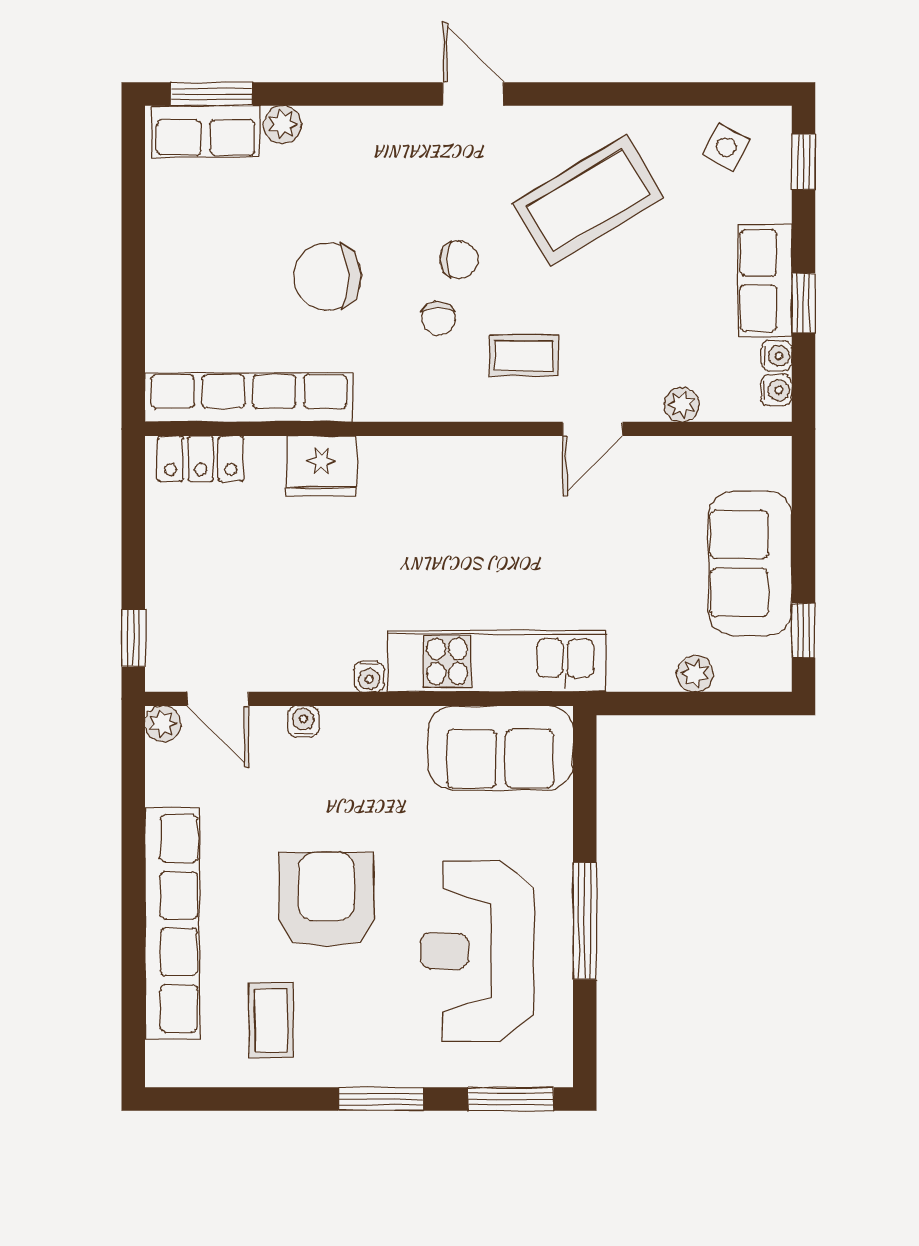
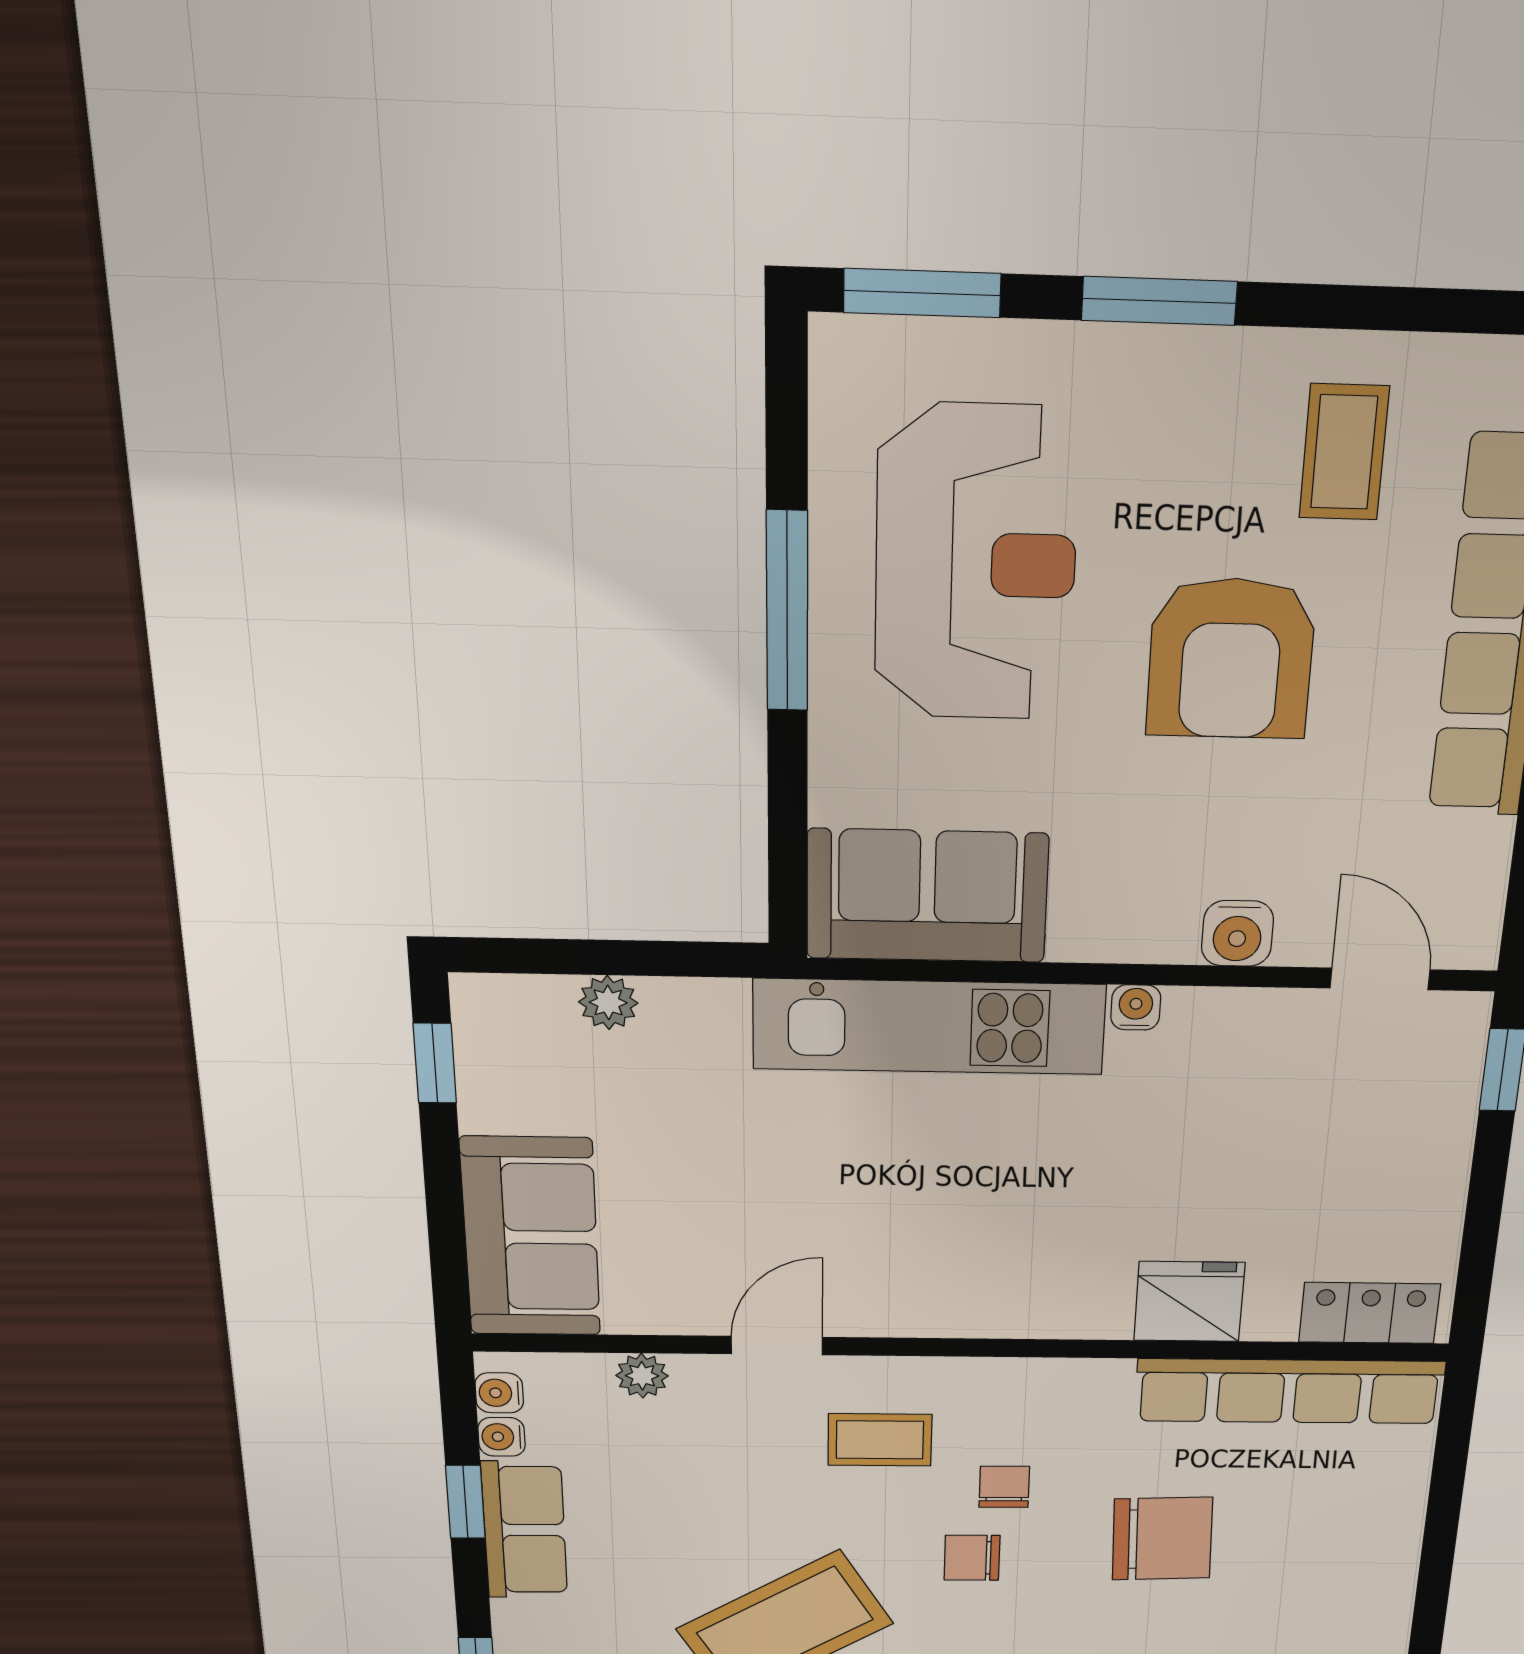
sofa: (750, 563) -> (531, 1237), moved
water cooler: (303, 721) -> (1237, 933), width x1.38, depth x1.38
plant: (163, 724) -> (1472, 944), removed

